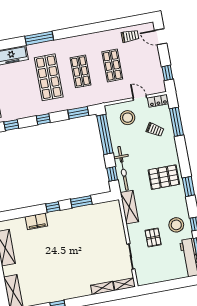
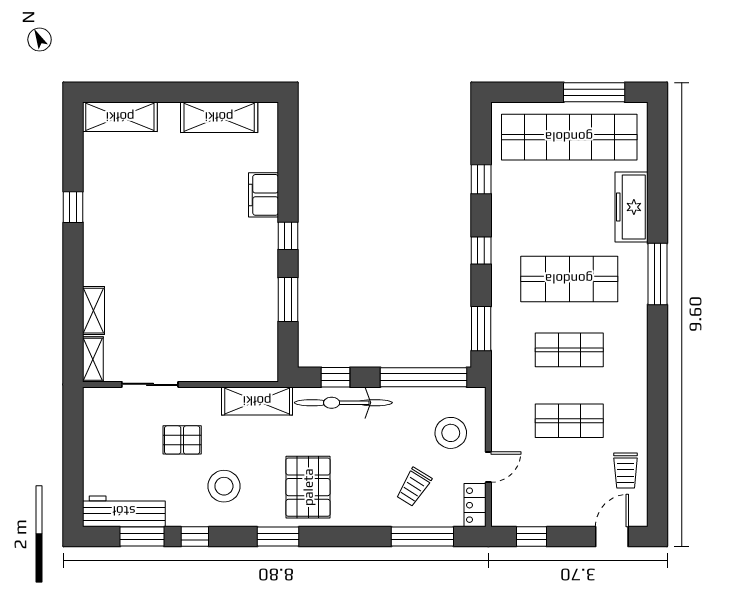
stool: (176, 225) -> (224, 486), moved

